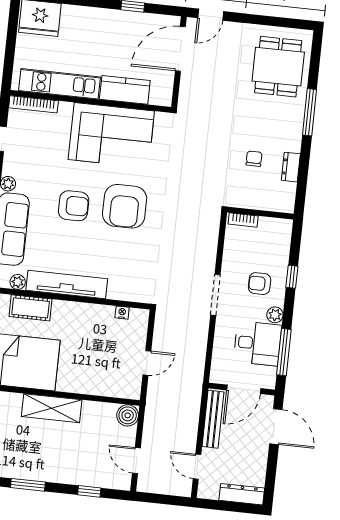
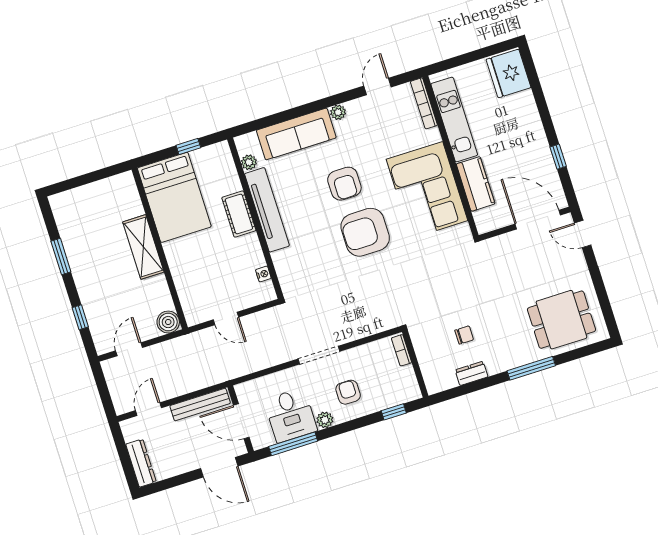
window: (292, 277) -> (394, 412), moved
cot: (31, 308) -> (239, 214), moved
door: (276, 427) -> (219, 467), hinge flipped

